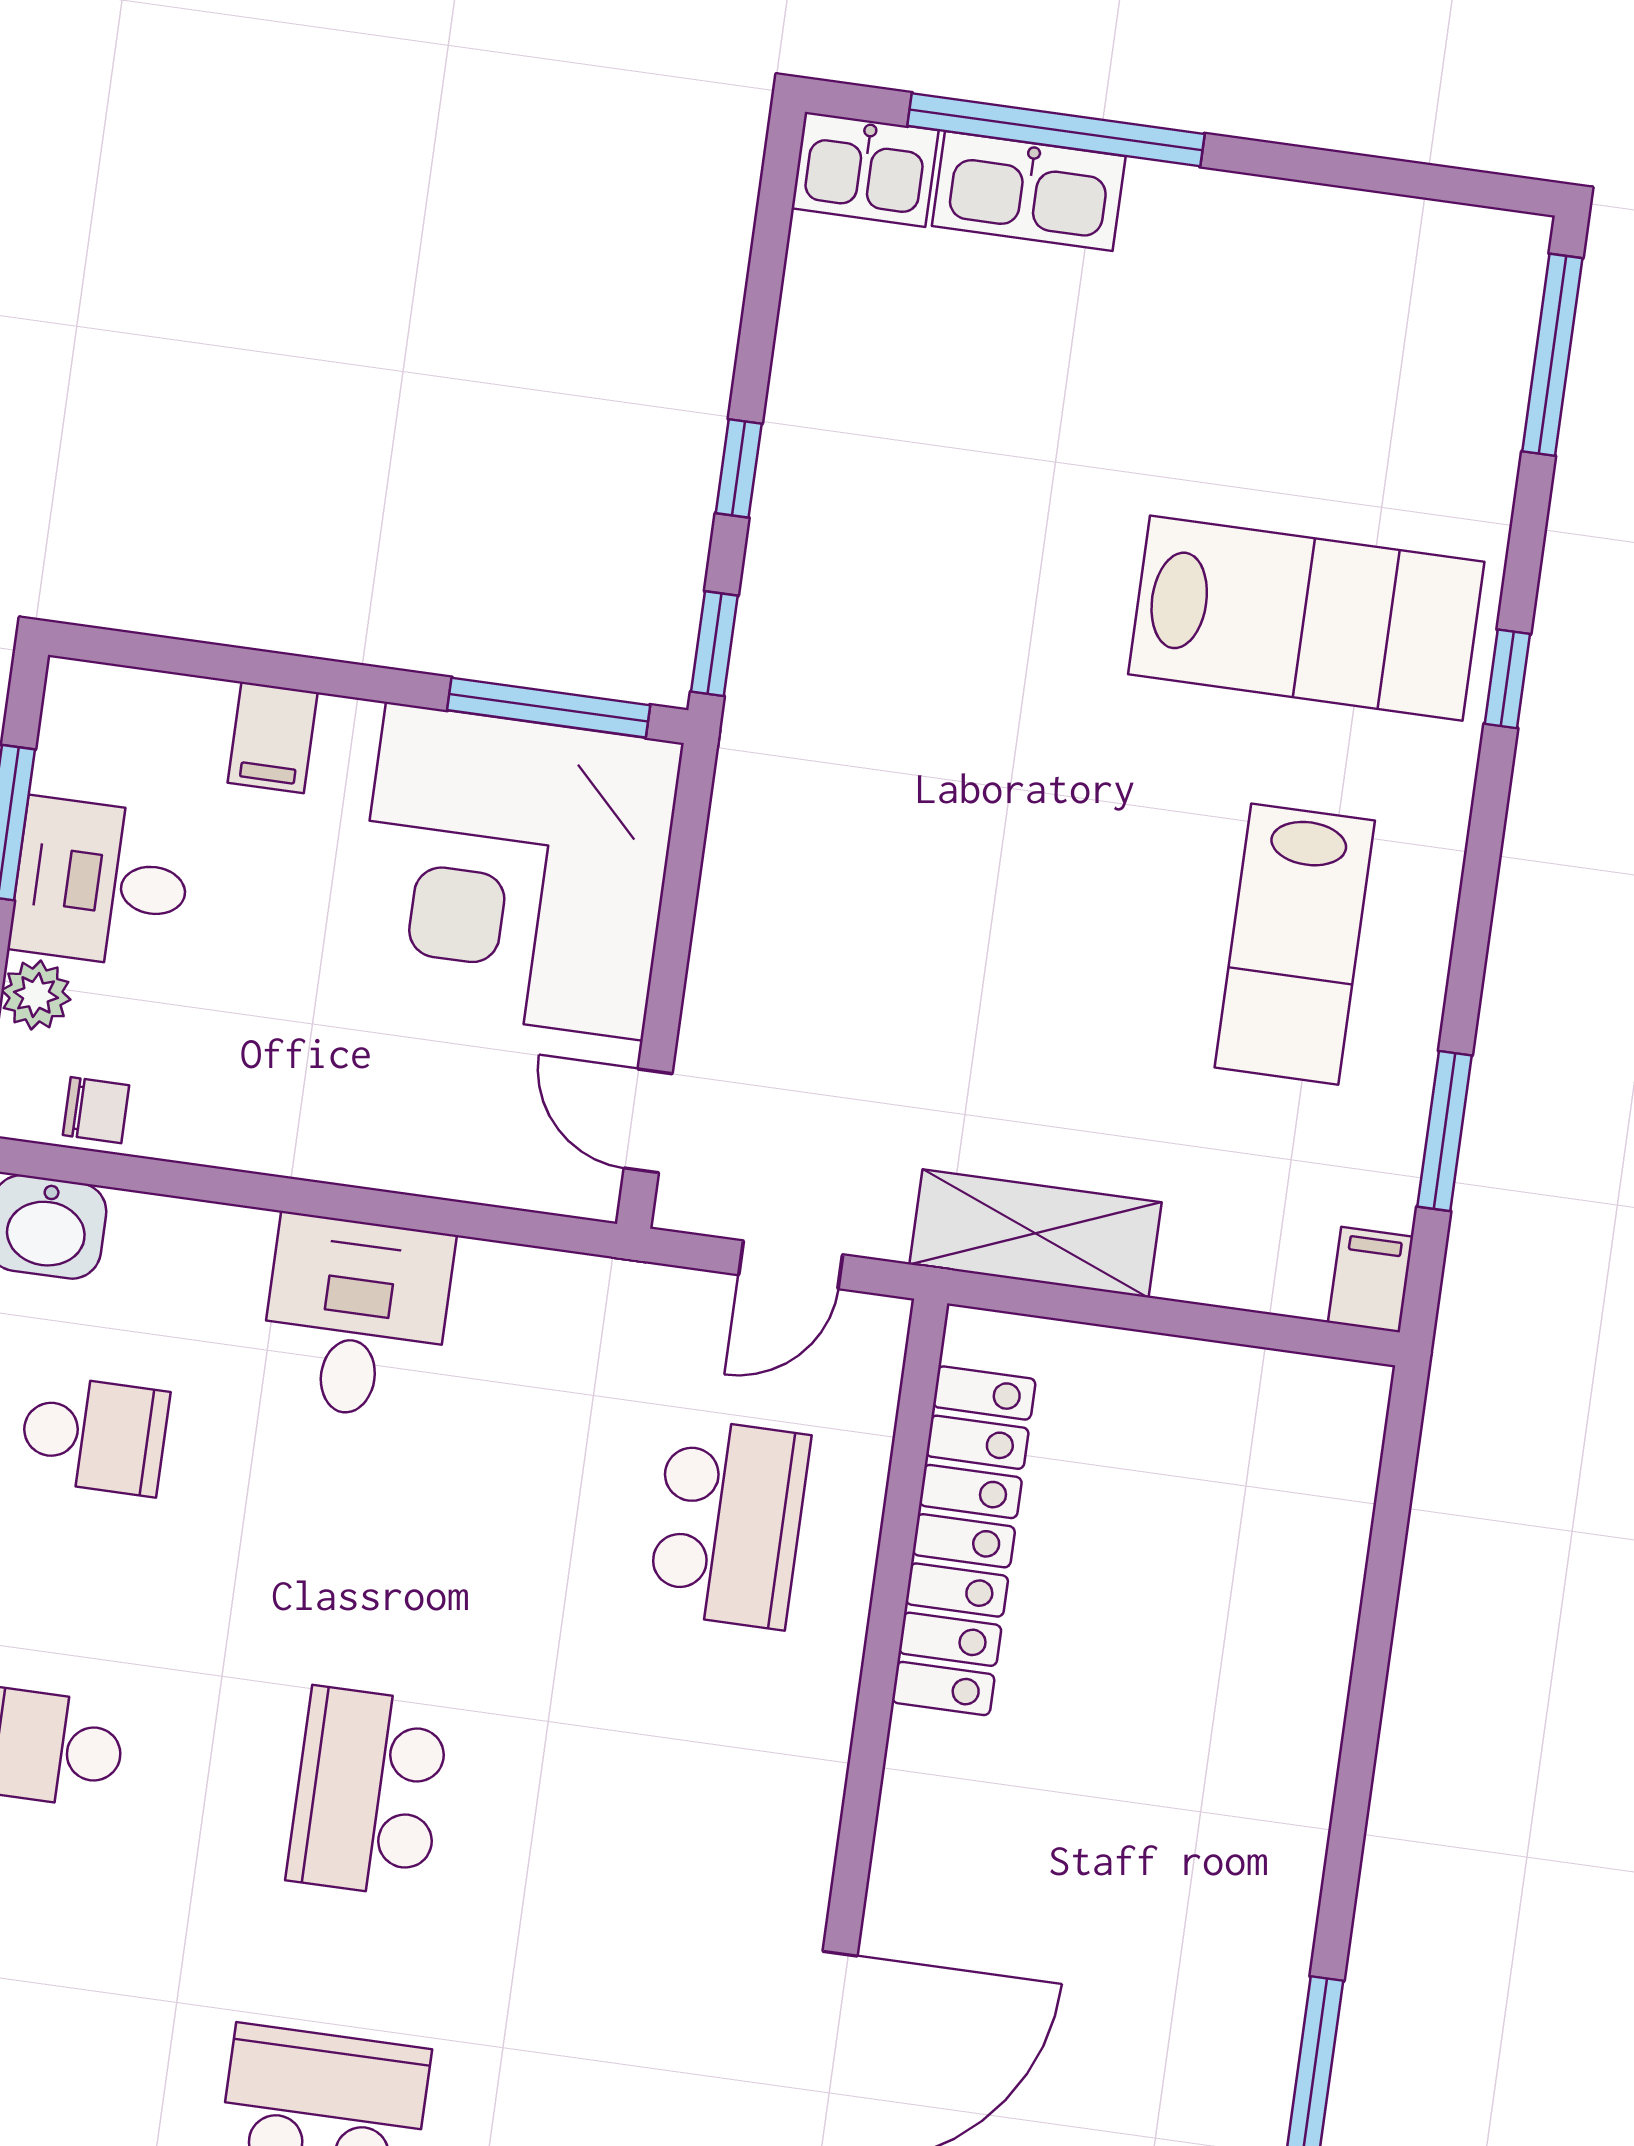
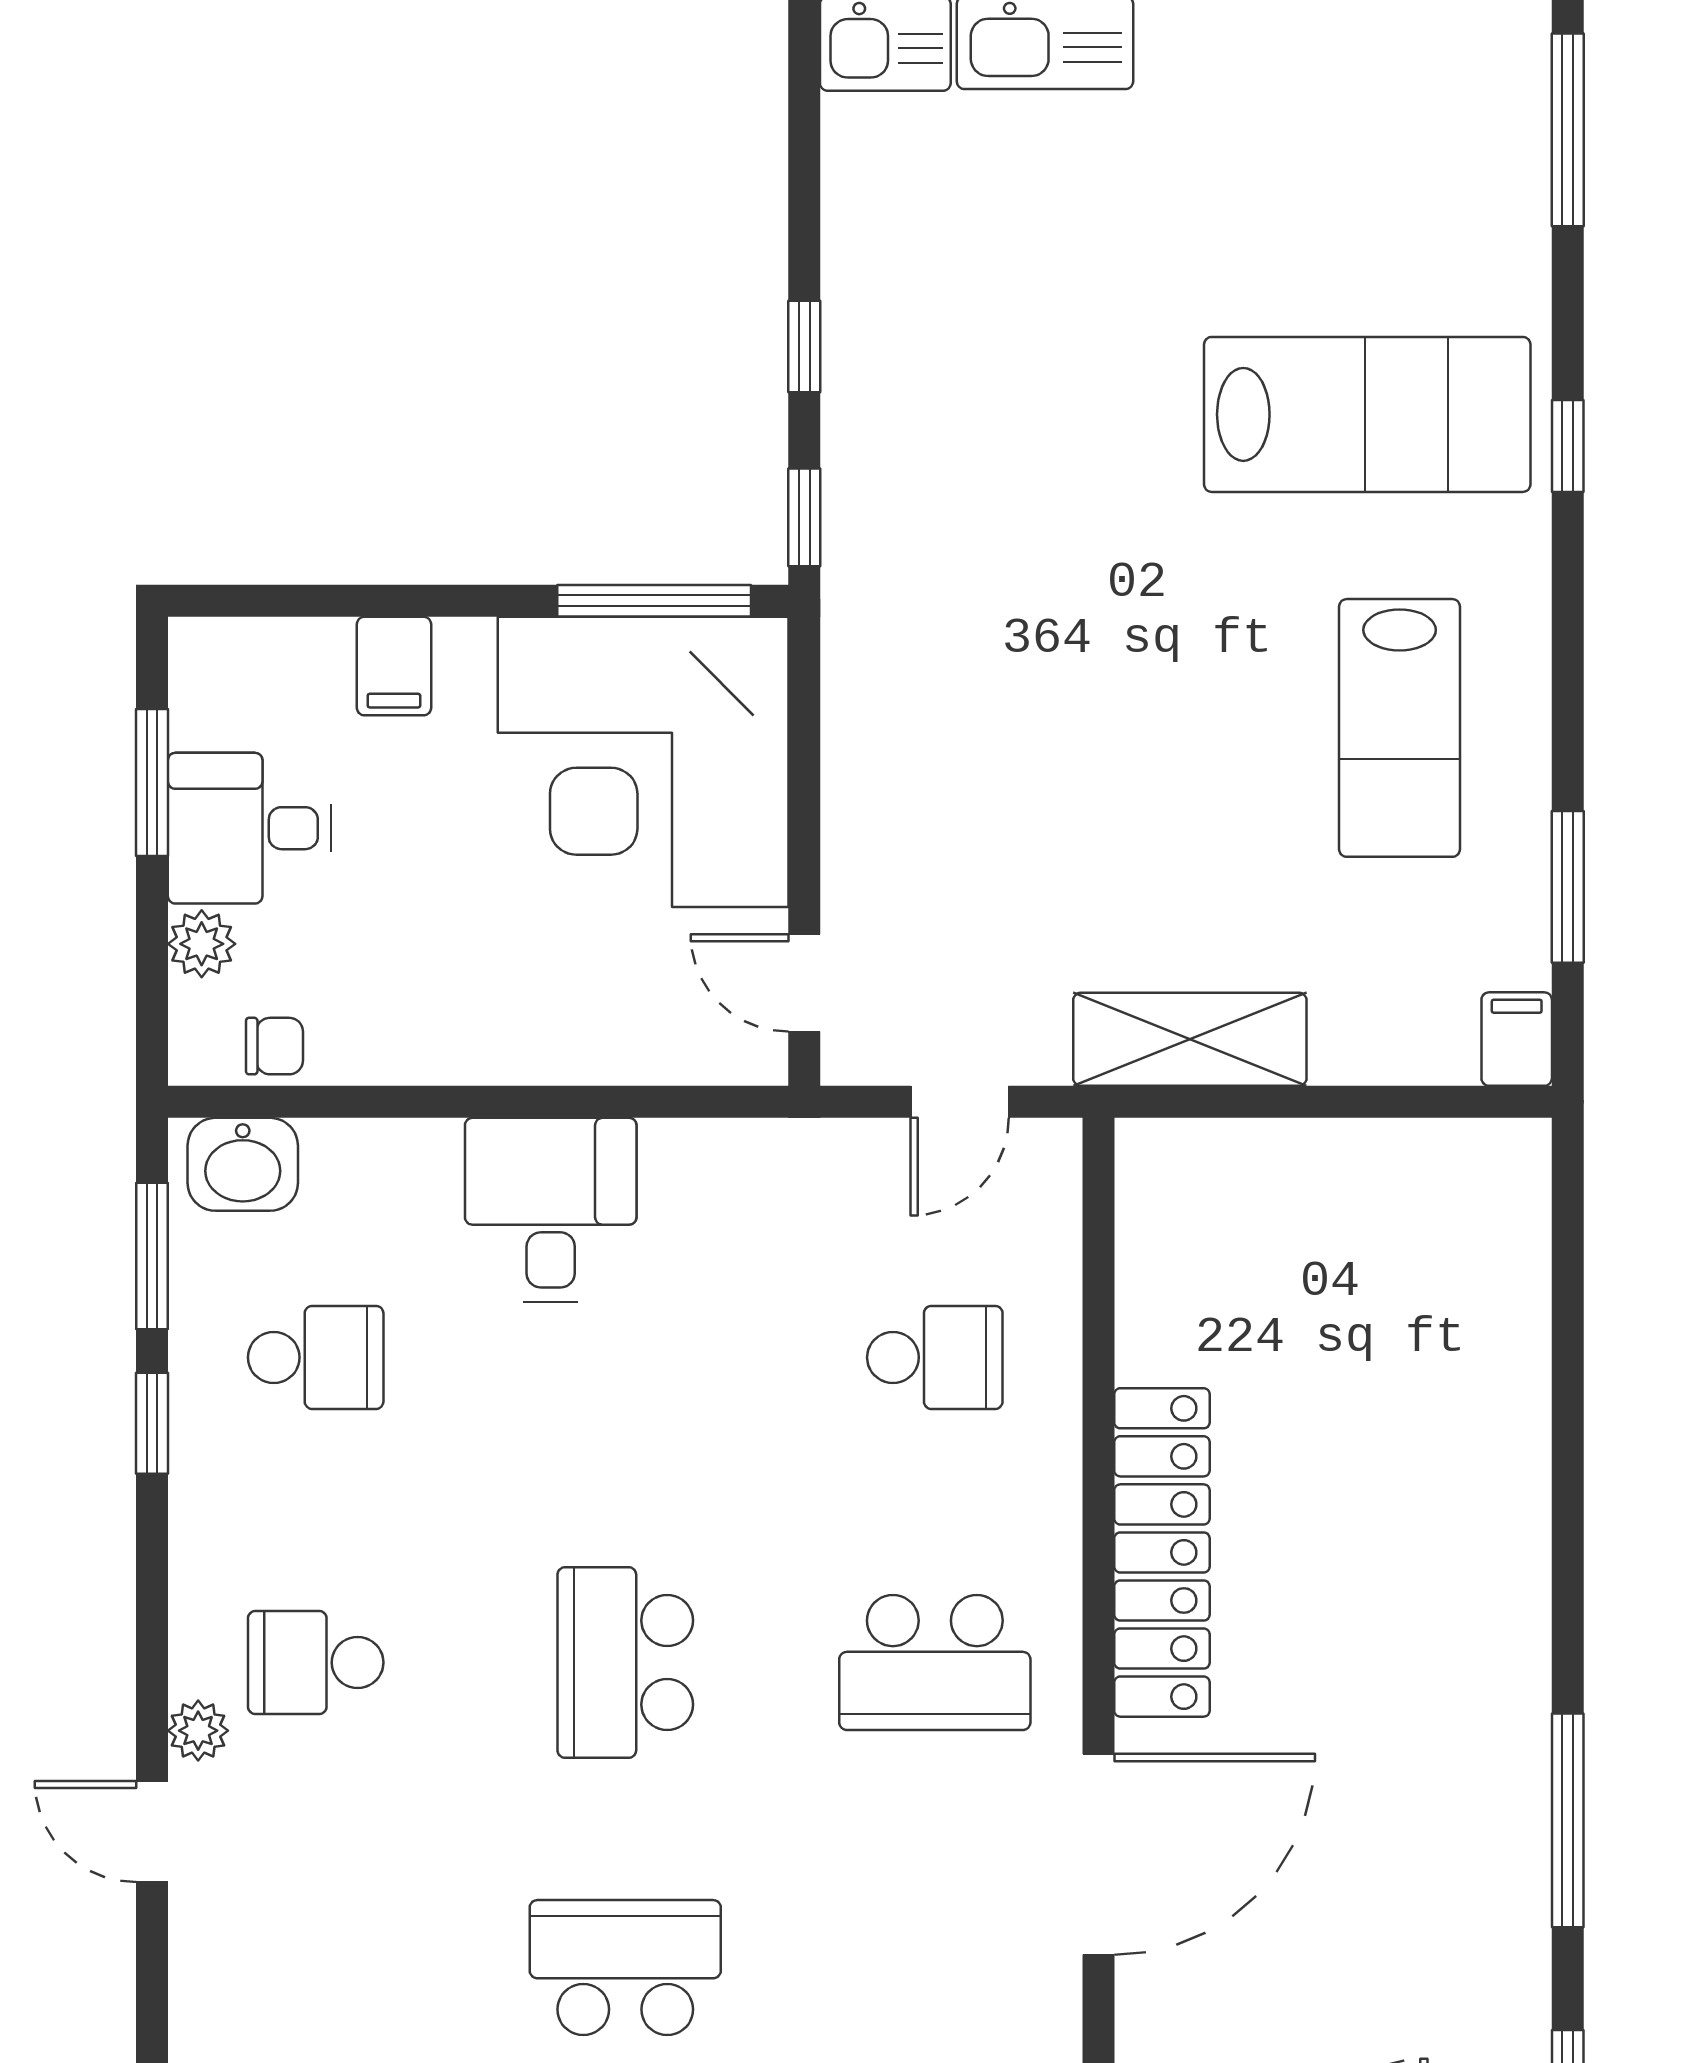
school desk: (729, 1523) -> (935, 1357), width x0.54
locker: (964, 1541) -> (1162, 1552), moved
school desk: (685, 1836) -> (935, 1662), added

